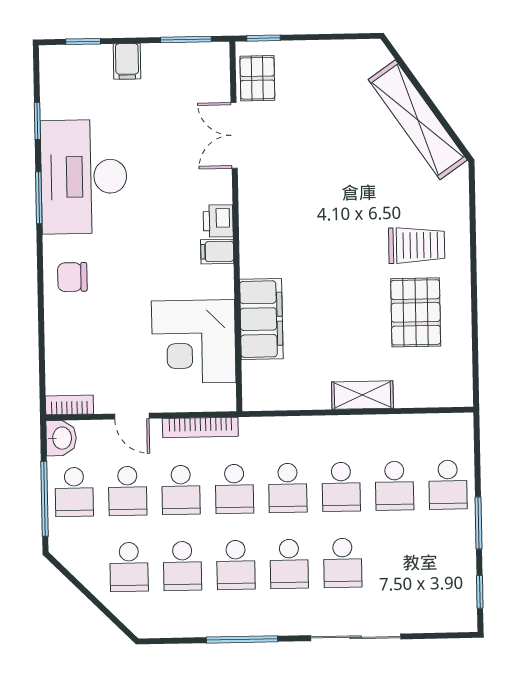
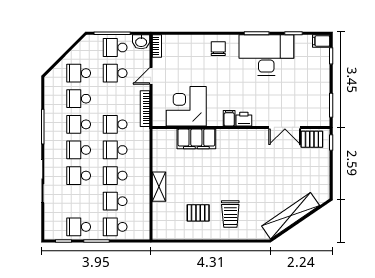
filing cabinet: (127, 61) -> (321, 41), moved
double door: (234, 135) -> (285, 127), swing flipped
pallet: (416, 312) -> (198, 213), width x0.67, depth x0.71
school desk: (181, 490) -> (79, 227), moved

